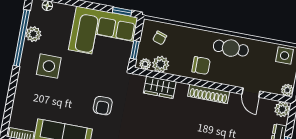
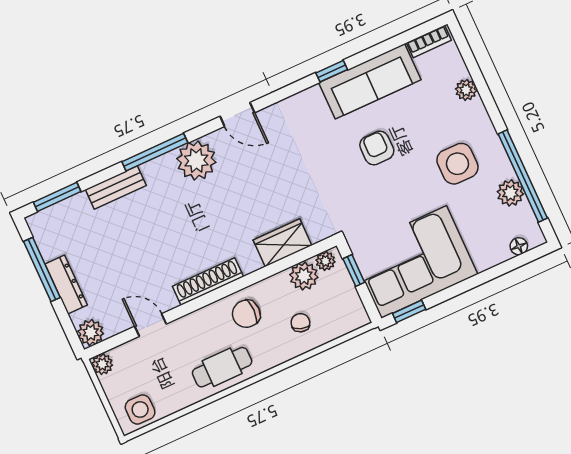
chair: (160, 38) -> (300, 323), moved
plant: (20, 99) -> (466, 90), added
armchair: (103, 106) -> (377, 148), moved

